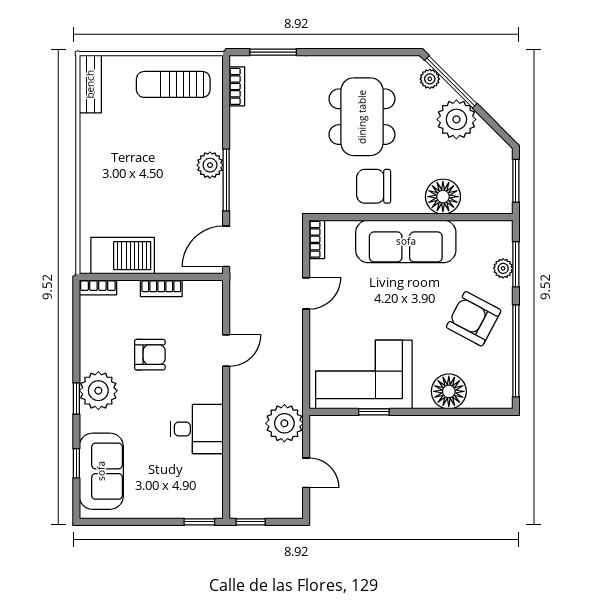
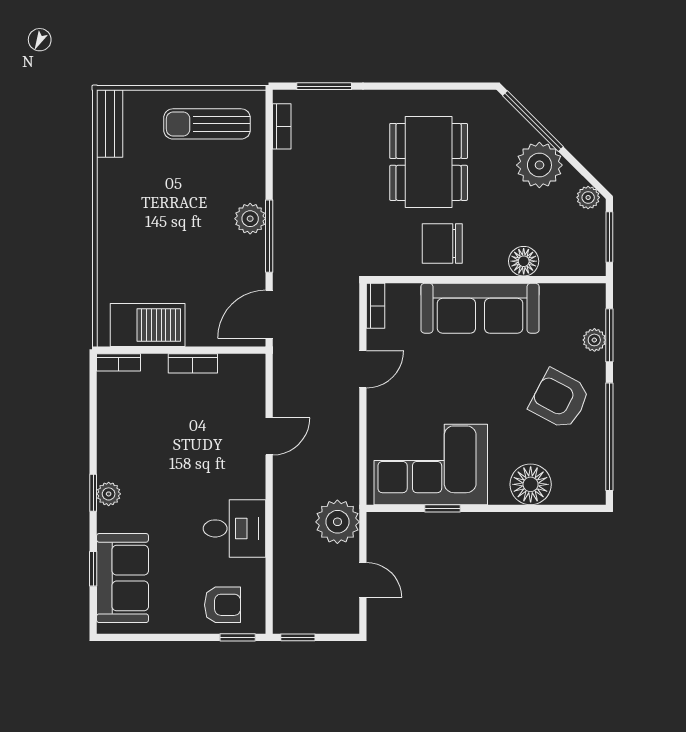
plant: (430, 79) -> (588, 197), moved
floor lamp: (443, 197) -> (524, 261), width x0.73, depth x0.73
armchair: (150, 355) -> (223, 605), moved
plant: (98, 391) -> (109, 494), width x0.53, depth x0.53

